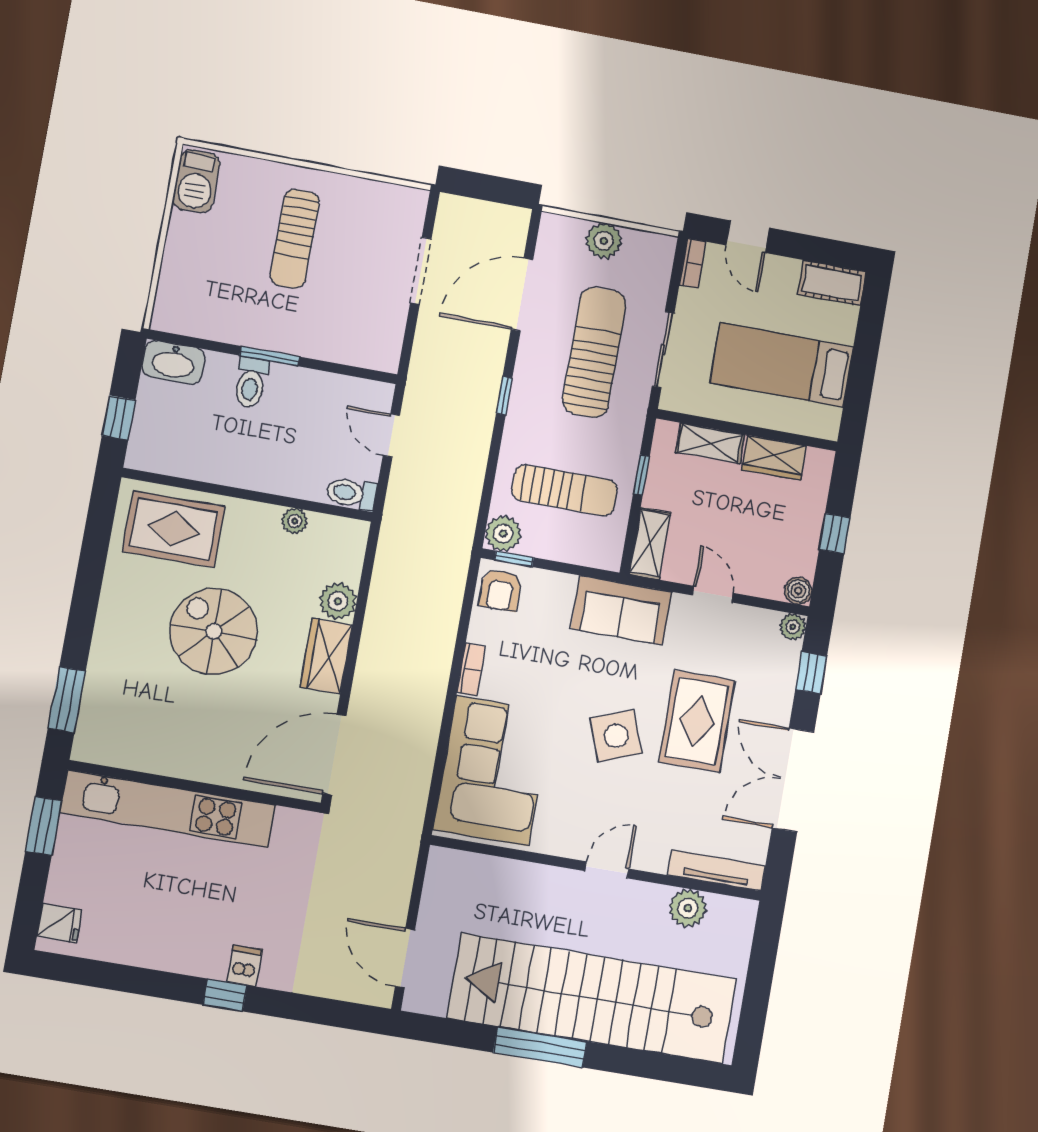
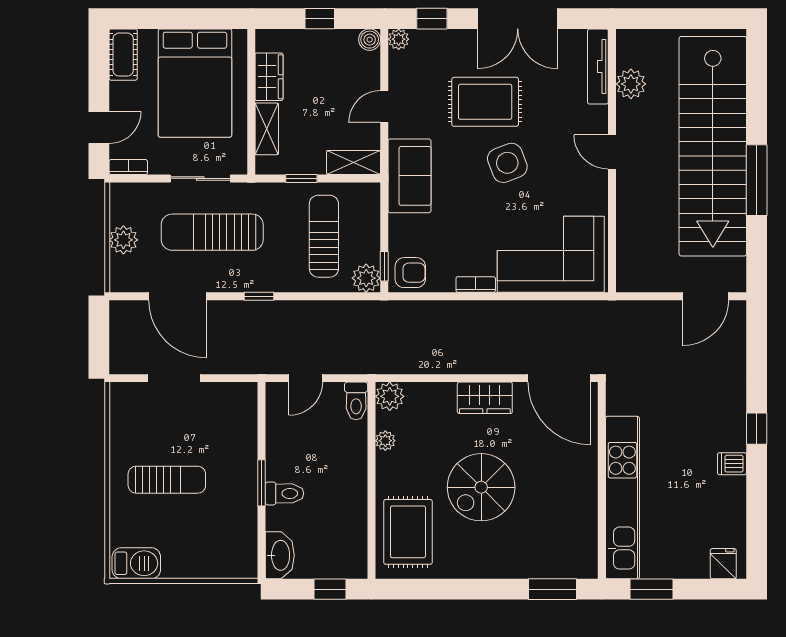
bed: (782, 365) -> (195, 83), width x1.50
plant: (338, 601) -> (390, 396), moved
dishwasher: (245, 966) -> (732, 464), moved

